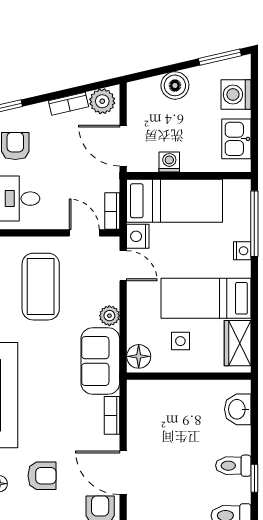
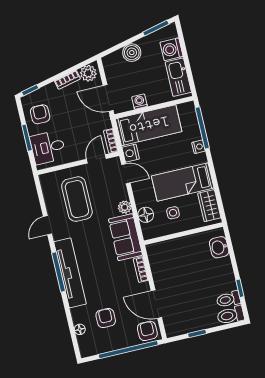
kitchen sink: (236, 139) -> (178, 77), width x1.38
door: (84, 233) -> (96, 159), hinge flipped
floor lamp: (139, 356) -> (146, 215), moved
toilet: (233, 466) -> (228, 299), moved
armchair: (42, 476) -> (106, 318), turned -90

